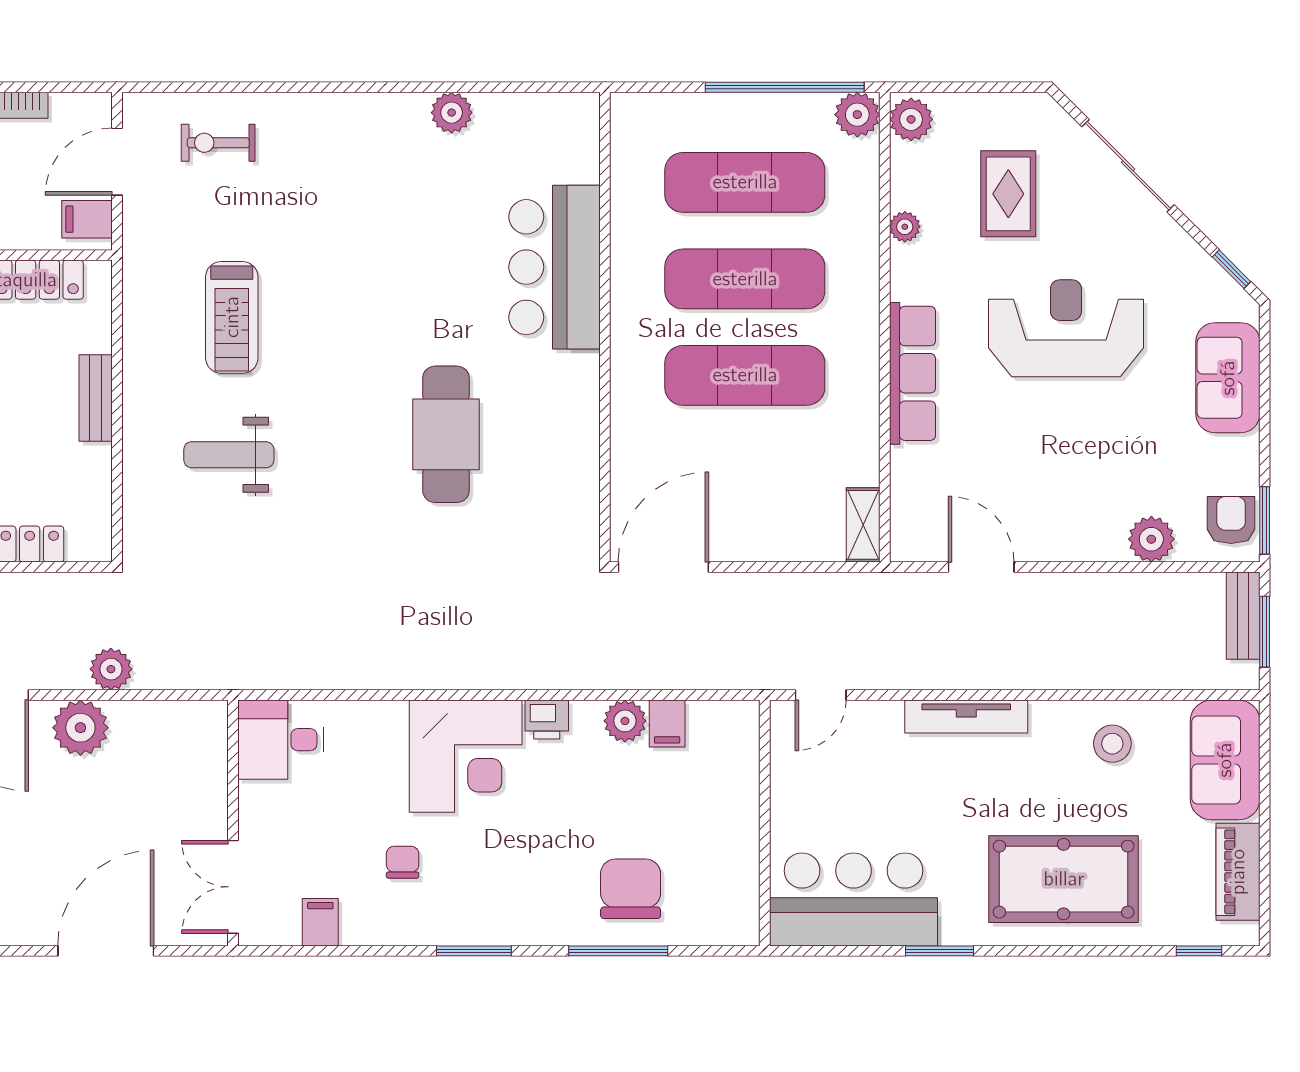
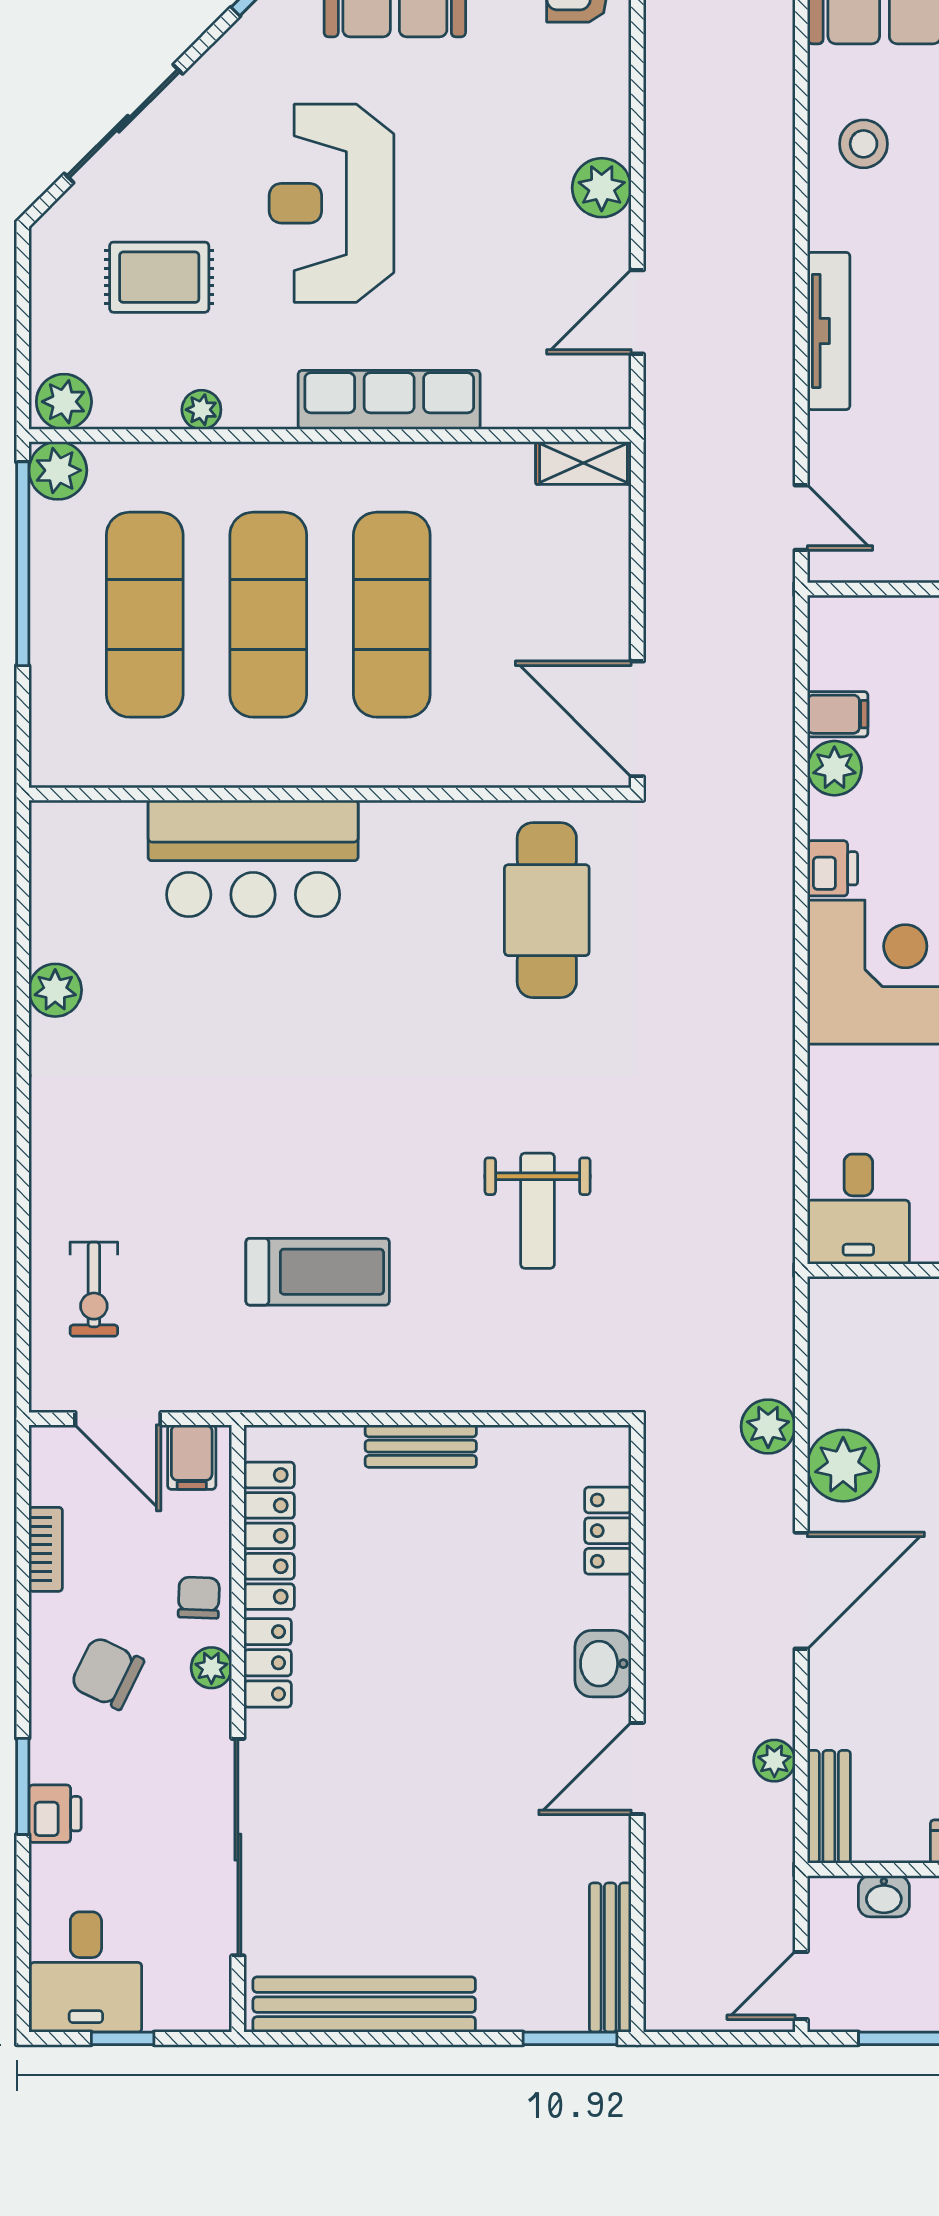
cafe table: (446, 434) -> (547, 910), moved, turned 90
weight bench: (229, 455) -> (538, 1211), moved
plant: (1151, 539) -> (602, 188), moved

